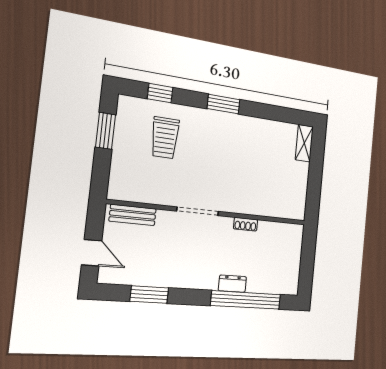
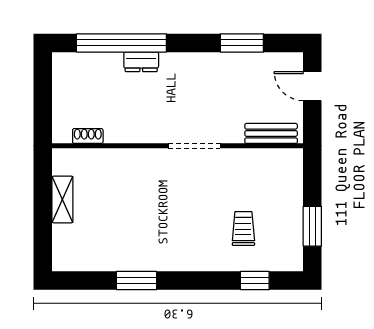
window: (223, 104) -> (137, 281), moved
trolley: (165, 138) -> (243, 229), width x0.73, depth x0.72
shelving: (304, 143) -> (62, 199), moved
shoe rack: (246, 224) -> (88, 136), moved

